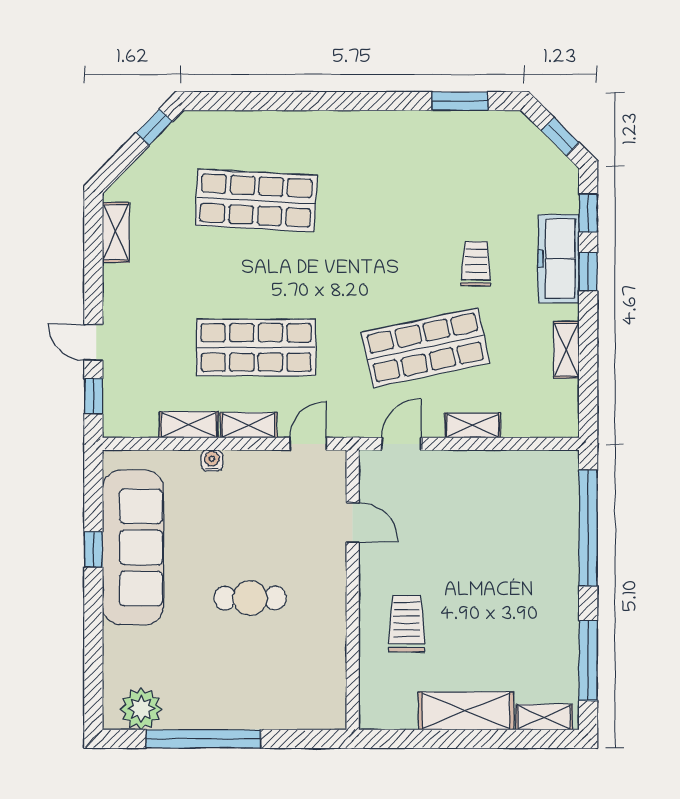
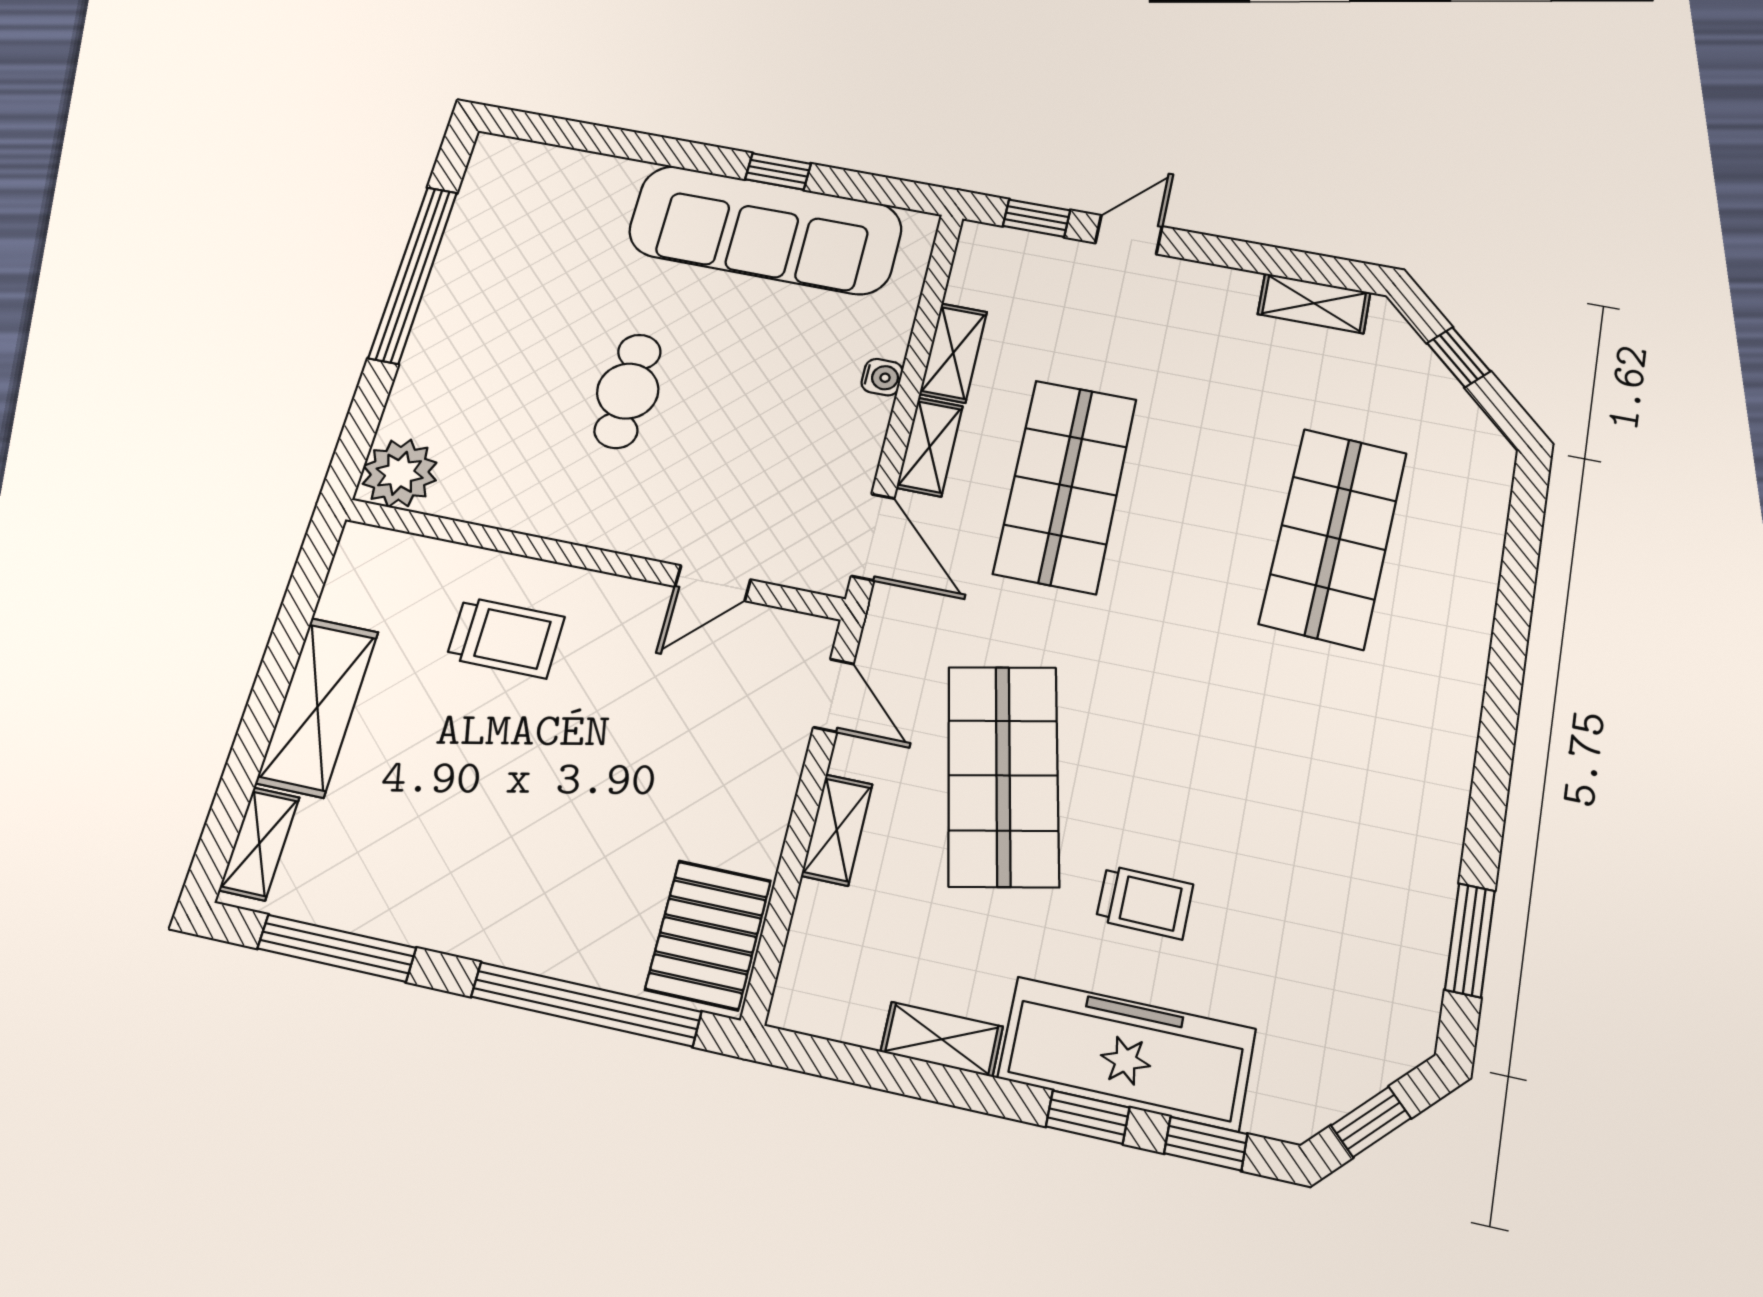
window: (154, 127) -> (1459, 357), moved
freezer: (559, 259) -> (1127, 1053), width x1.36, depth x1.26
door: (308, 444) -> (873, 537), width x1.37
pallet: (540, 477) -> (708, 935), added
plant: (141, 709) -> (400, 473), moved

